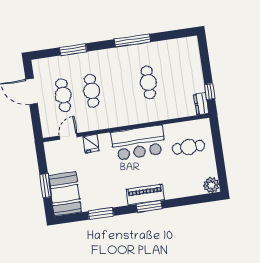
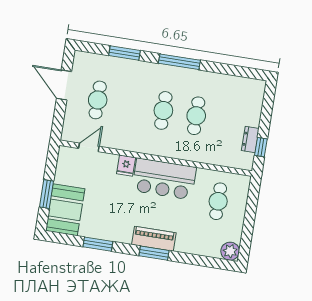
window: (133, 41) -> (179, 62), moved
cafe table: (92, 91) -> (163, 110), moved
dresser: (201, 104) -> (250, 140), moved
fridge: (91, 144) -> (126, 166), moved
cafe table: (189, 147) -> (218, 201), turned 90

